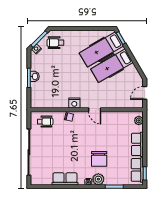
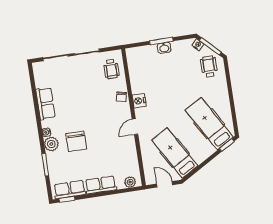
hospital bed: (112, 66) -> (175, 153), moved
chair: (99, 159) -> (76, 141), turned -90

